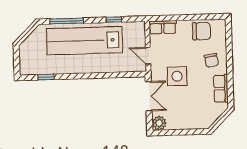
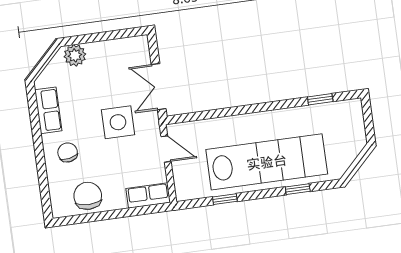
window: (67, 21) -> (298, 189), width x0.46
chair: (201, 31) -> (88, 196), turned 90
plant: (159, 123) -> (75, 55), moved

